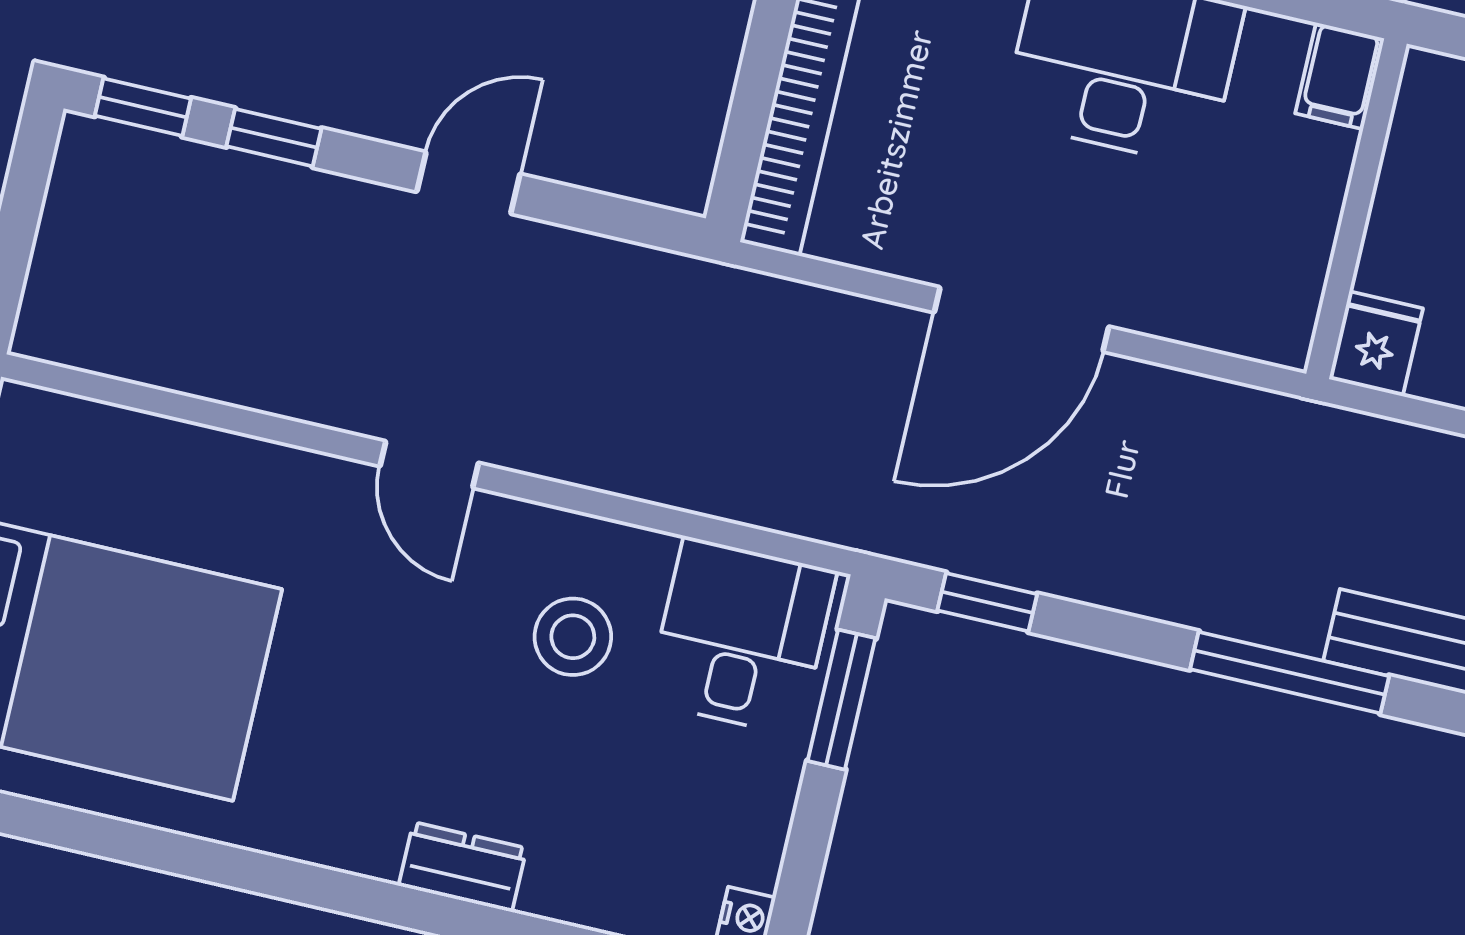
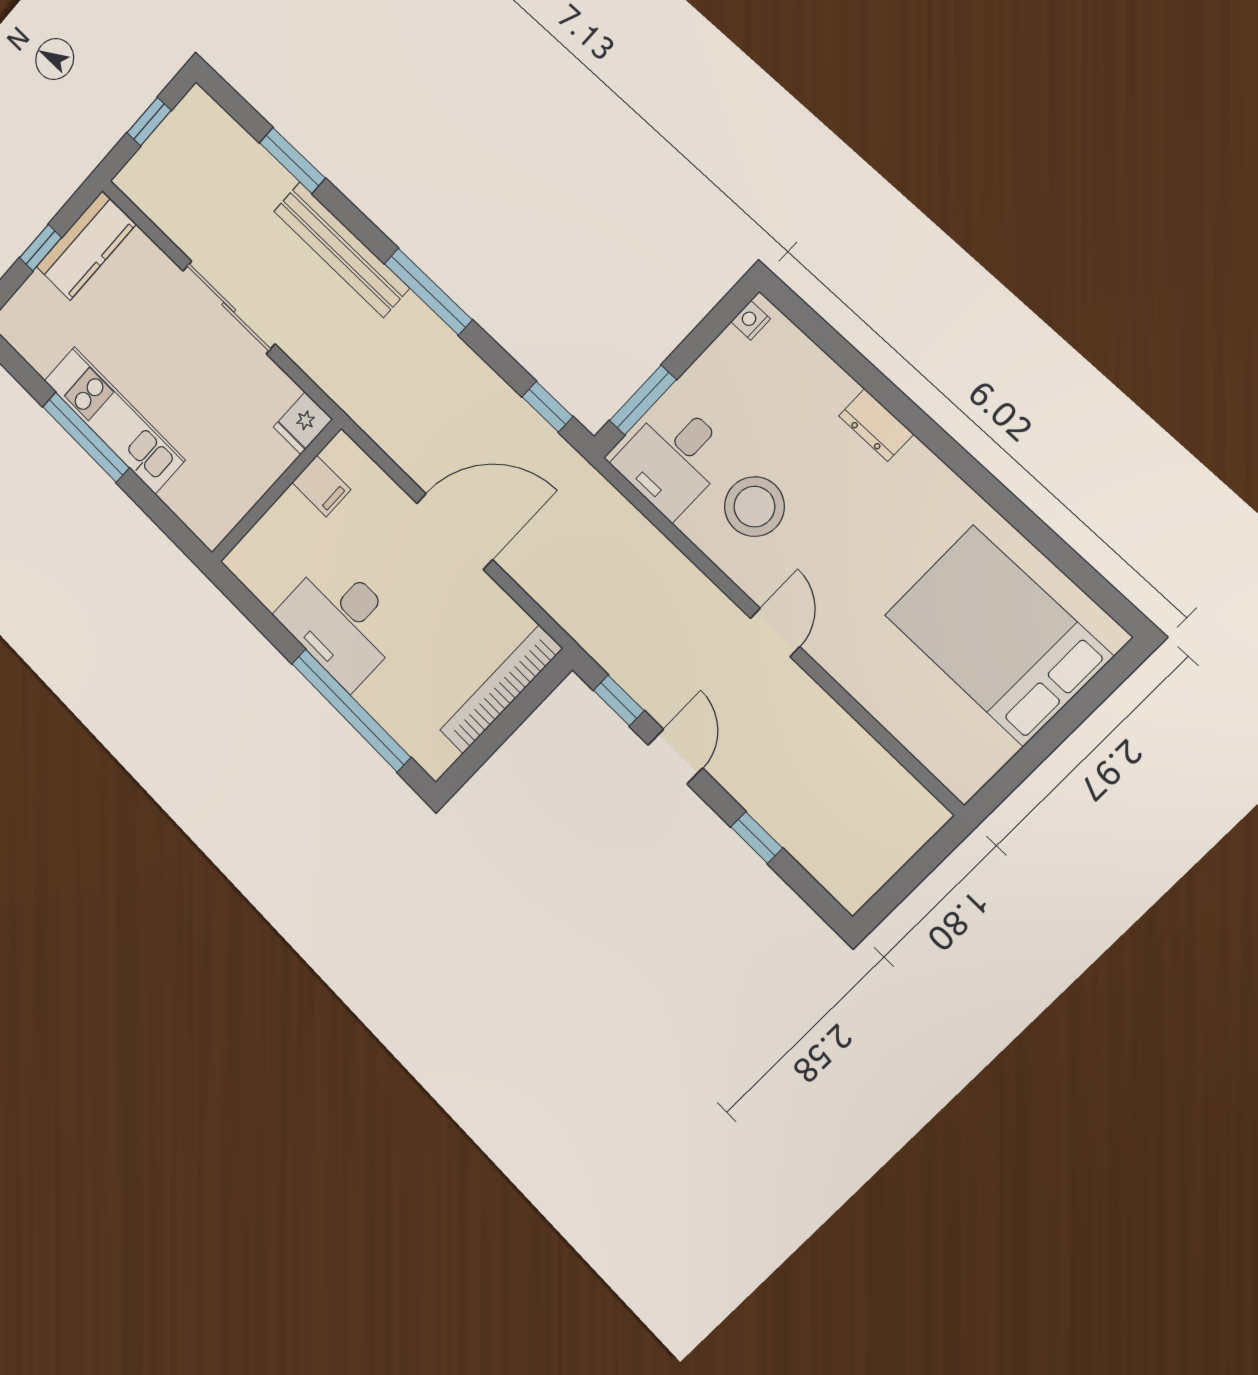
filing cabinet: (1340, 76) -> (321, 486), moved, turned 90
window: (143, 107) -> (619, 700), moved
door: (468, 183) -> (675, 757), swing flipped
stool: (573, 637) -> (754, 507), width x1.38, depth x1.38

